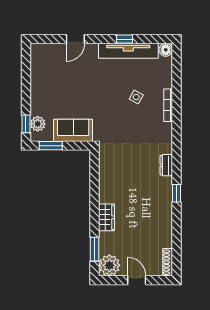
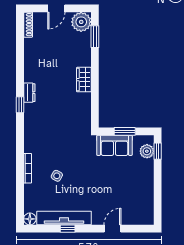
window: (51, 146) -> (125, 131), moved
dresser: (166, 165) -> (29, 93), moved
window: (176, 193) -> (20, 105), moved
wardrobe: (107, 217) -> (84, 80), moved
door: (137, 280) -> (56, 8), hinge flipped

